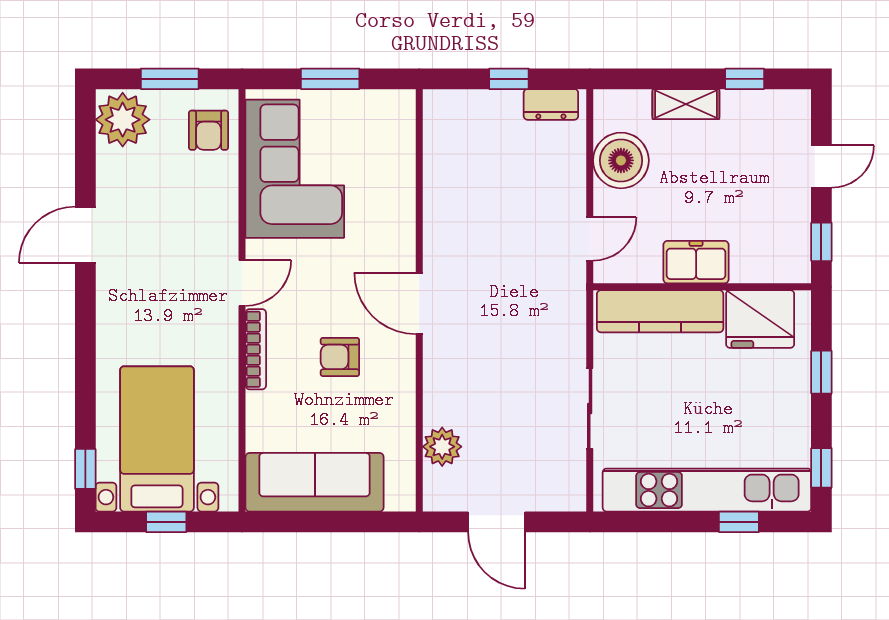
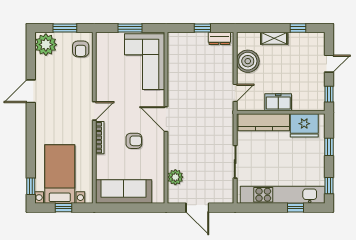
corner sofa: (295, 169) -> (145, 62), moved, turned 180
armchair: (340, 357) -> (134, 141), turned 180

